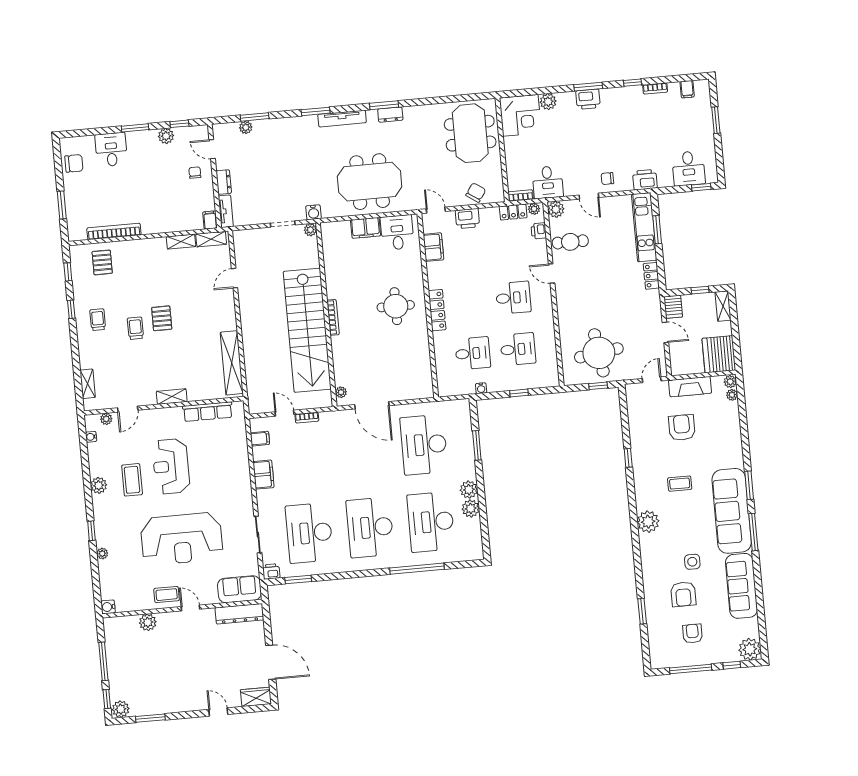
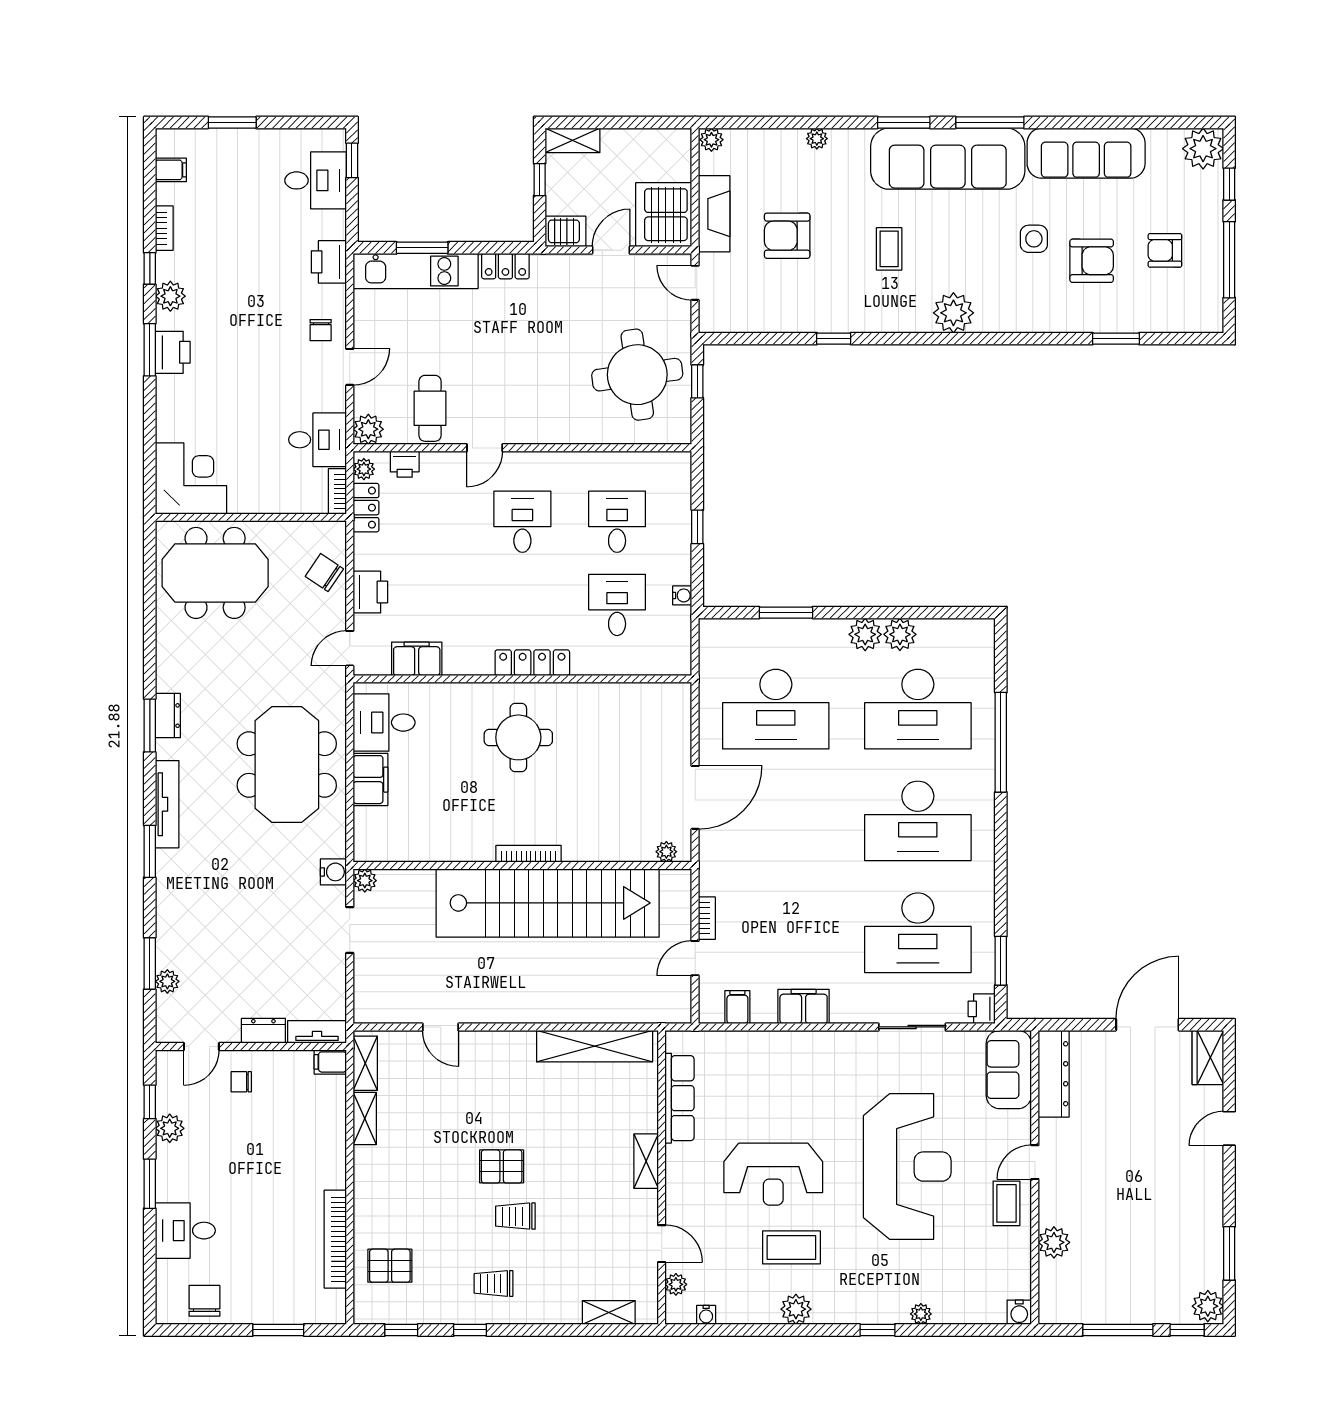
plant: (548, 102) -> (170, 296), moved
server rack: (719, 354) -> (664, 215), moved, turned 90
plant: (732, 395) -> (817, 139), moved

